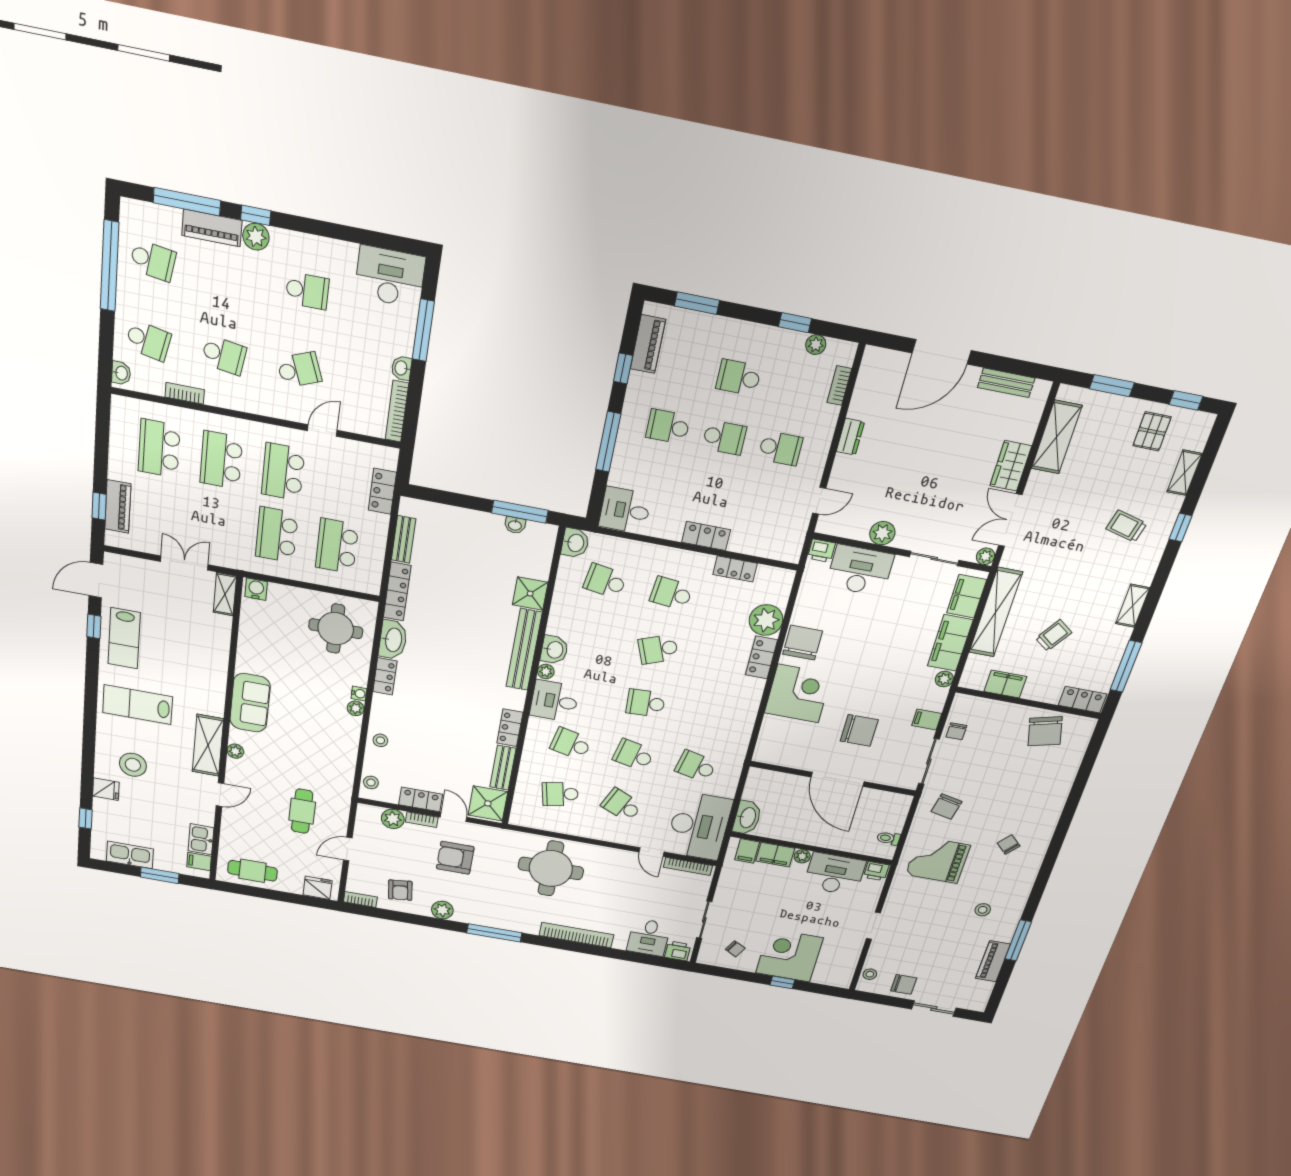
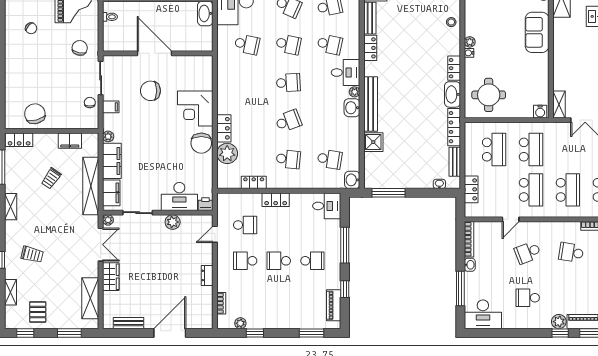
school desk: (739, 377) -> (245, 225), moved
washbasin: (515, 525) -> (439, 184), moved

